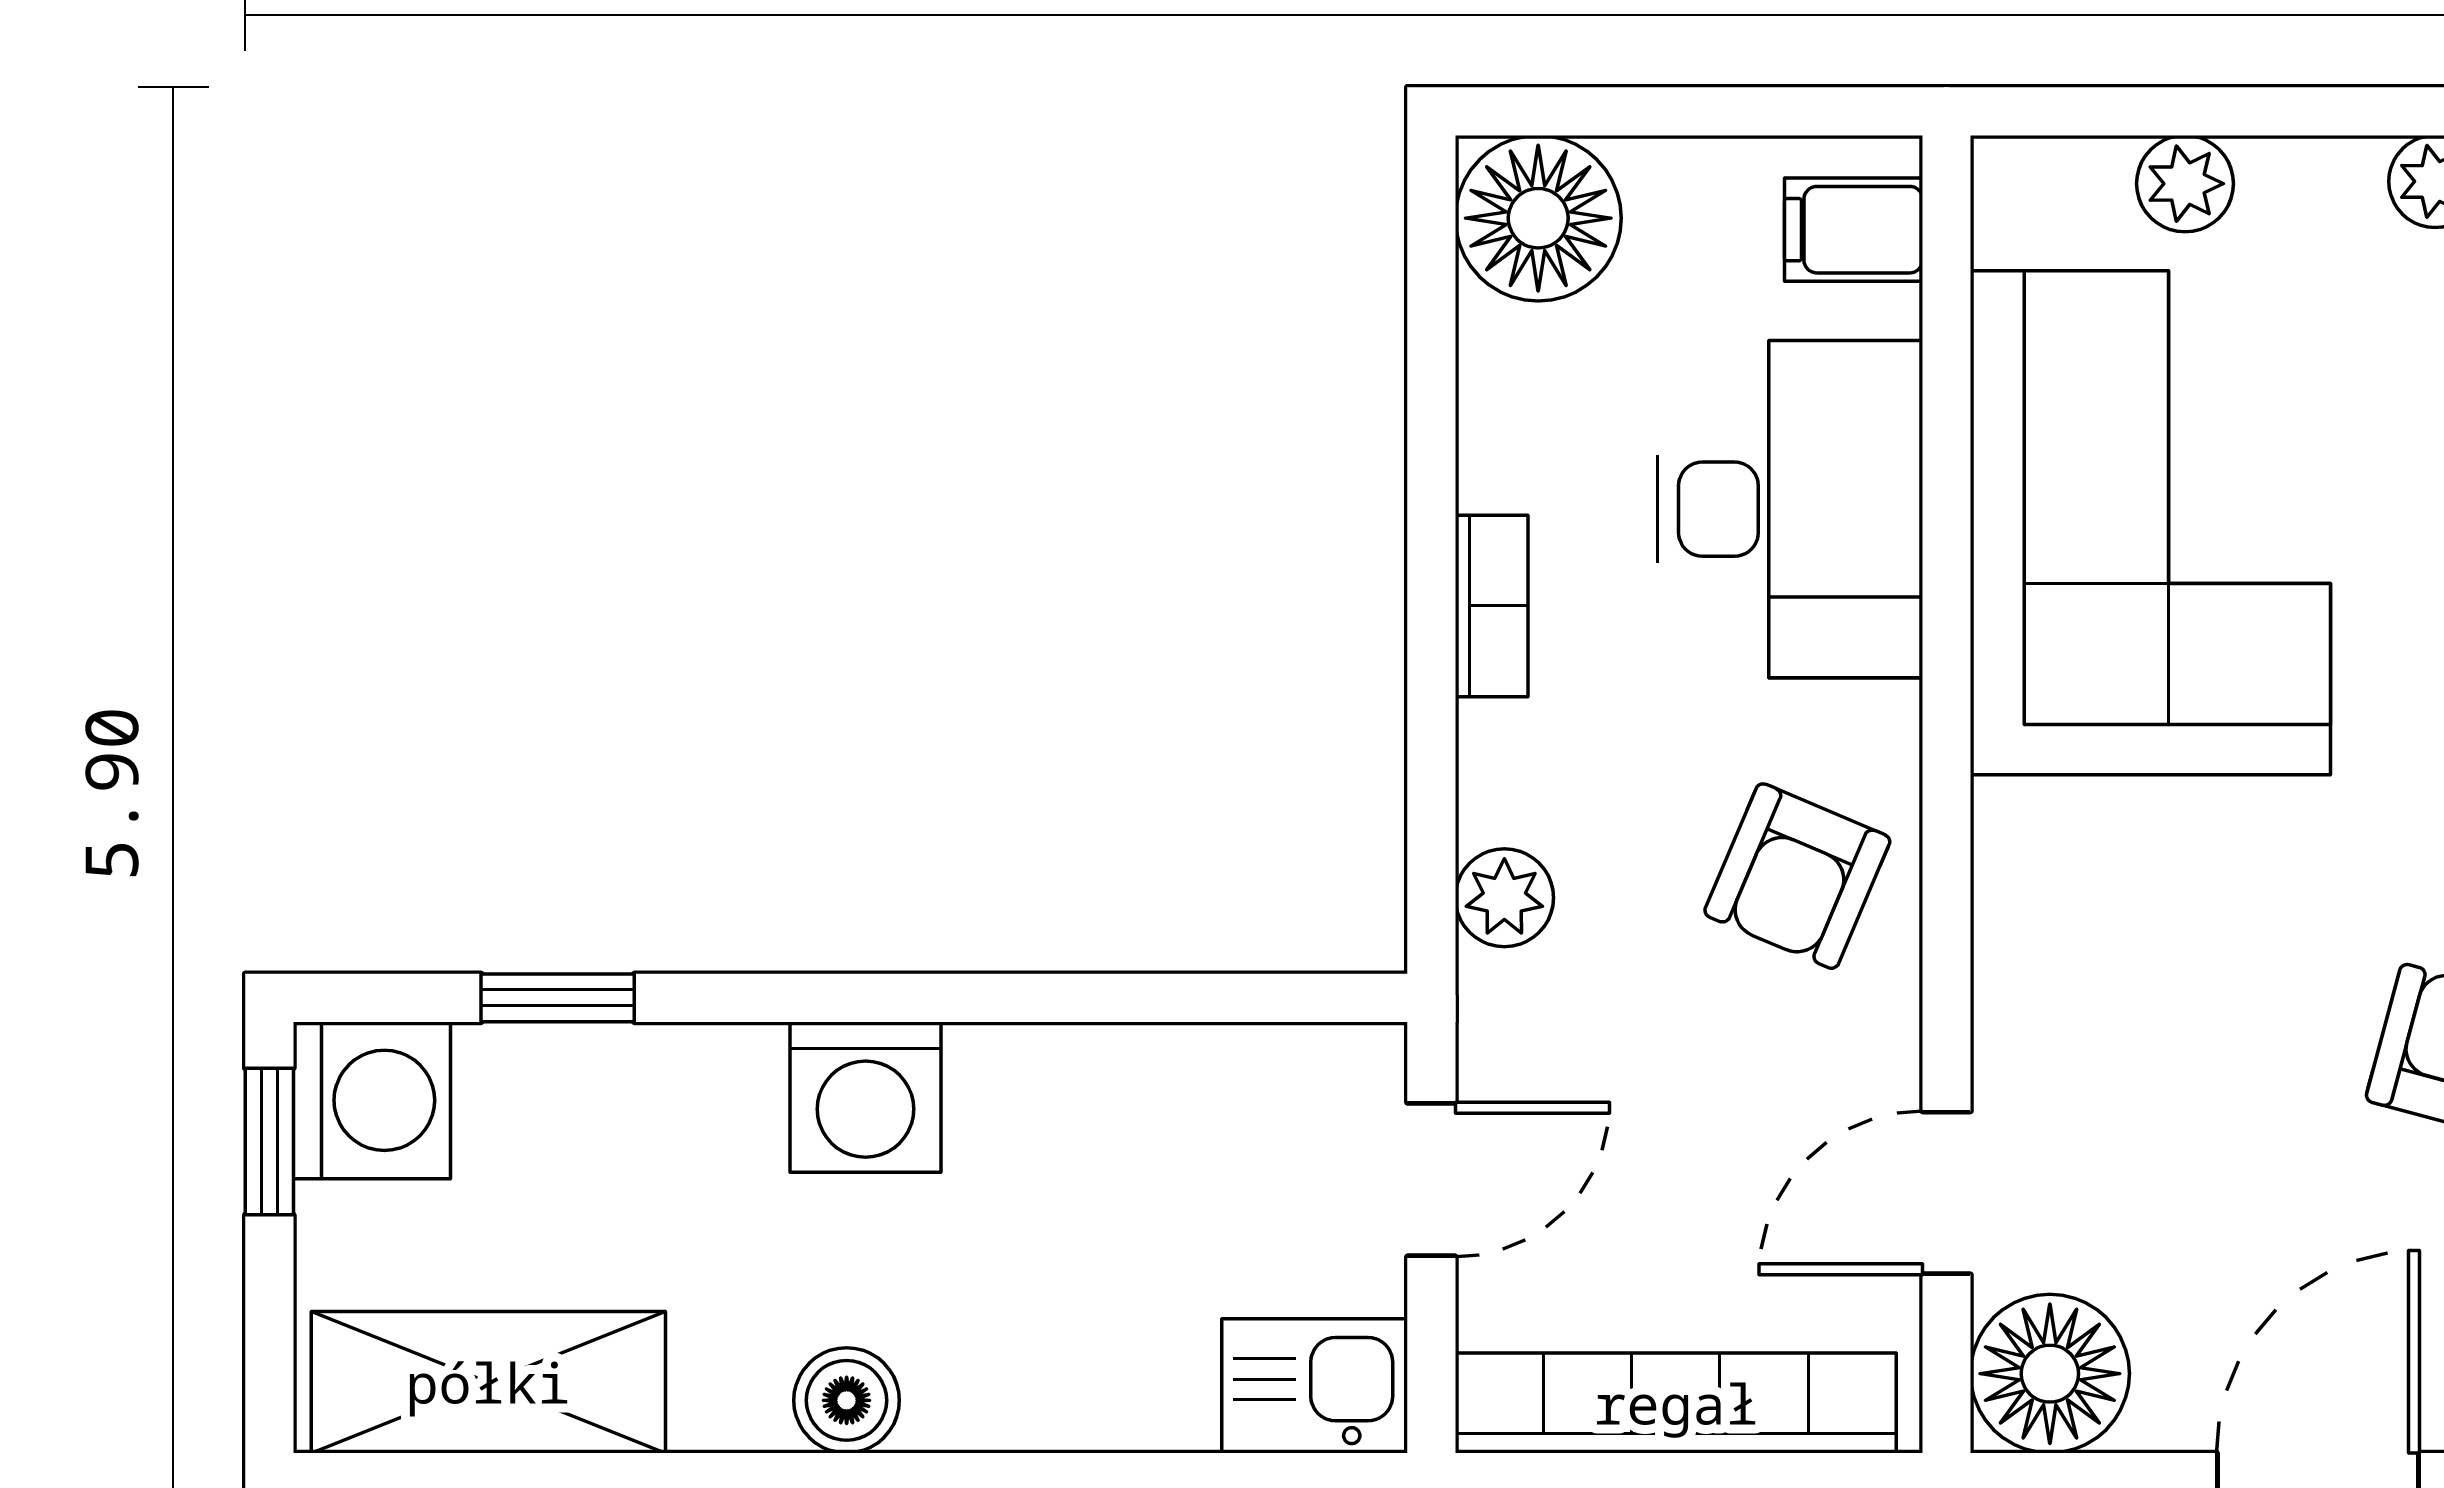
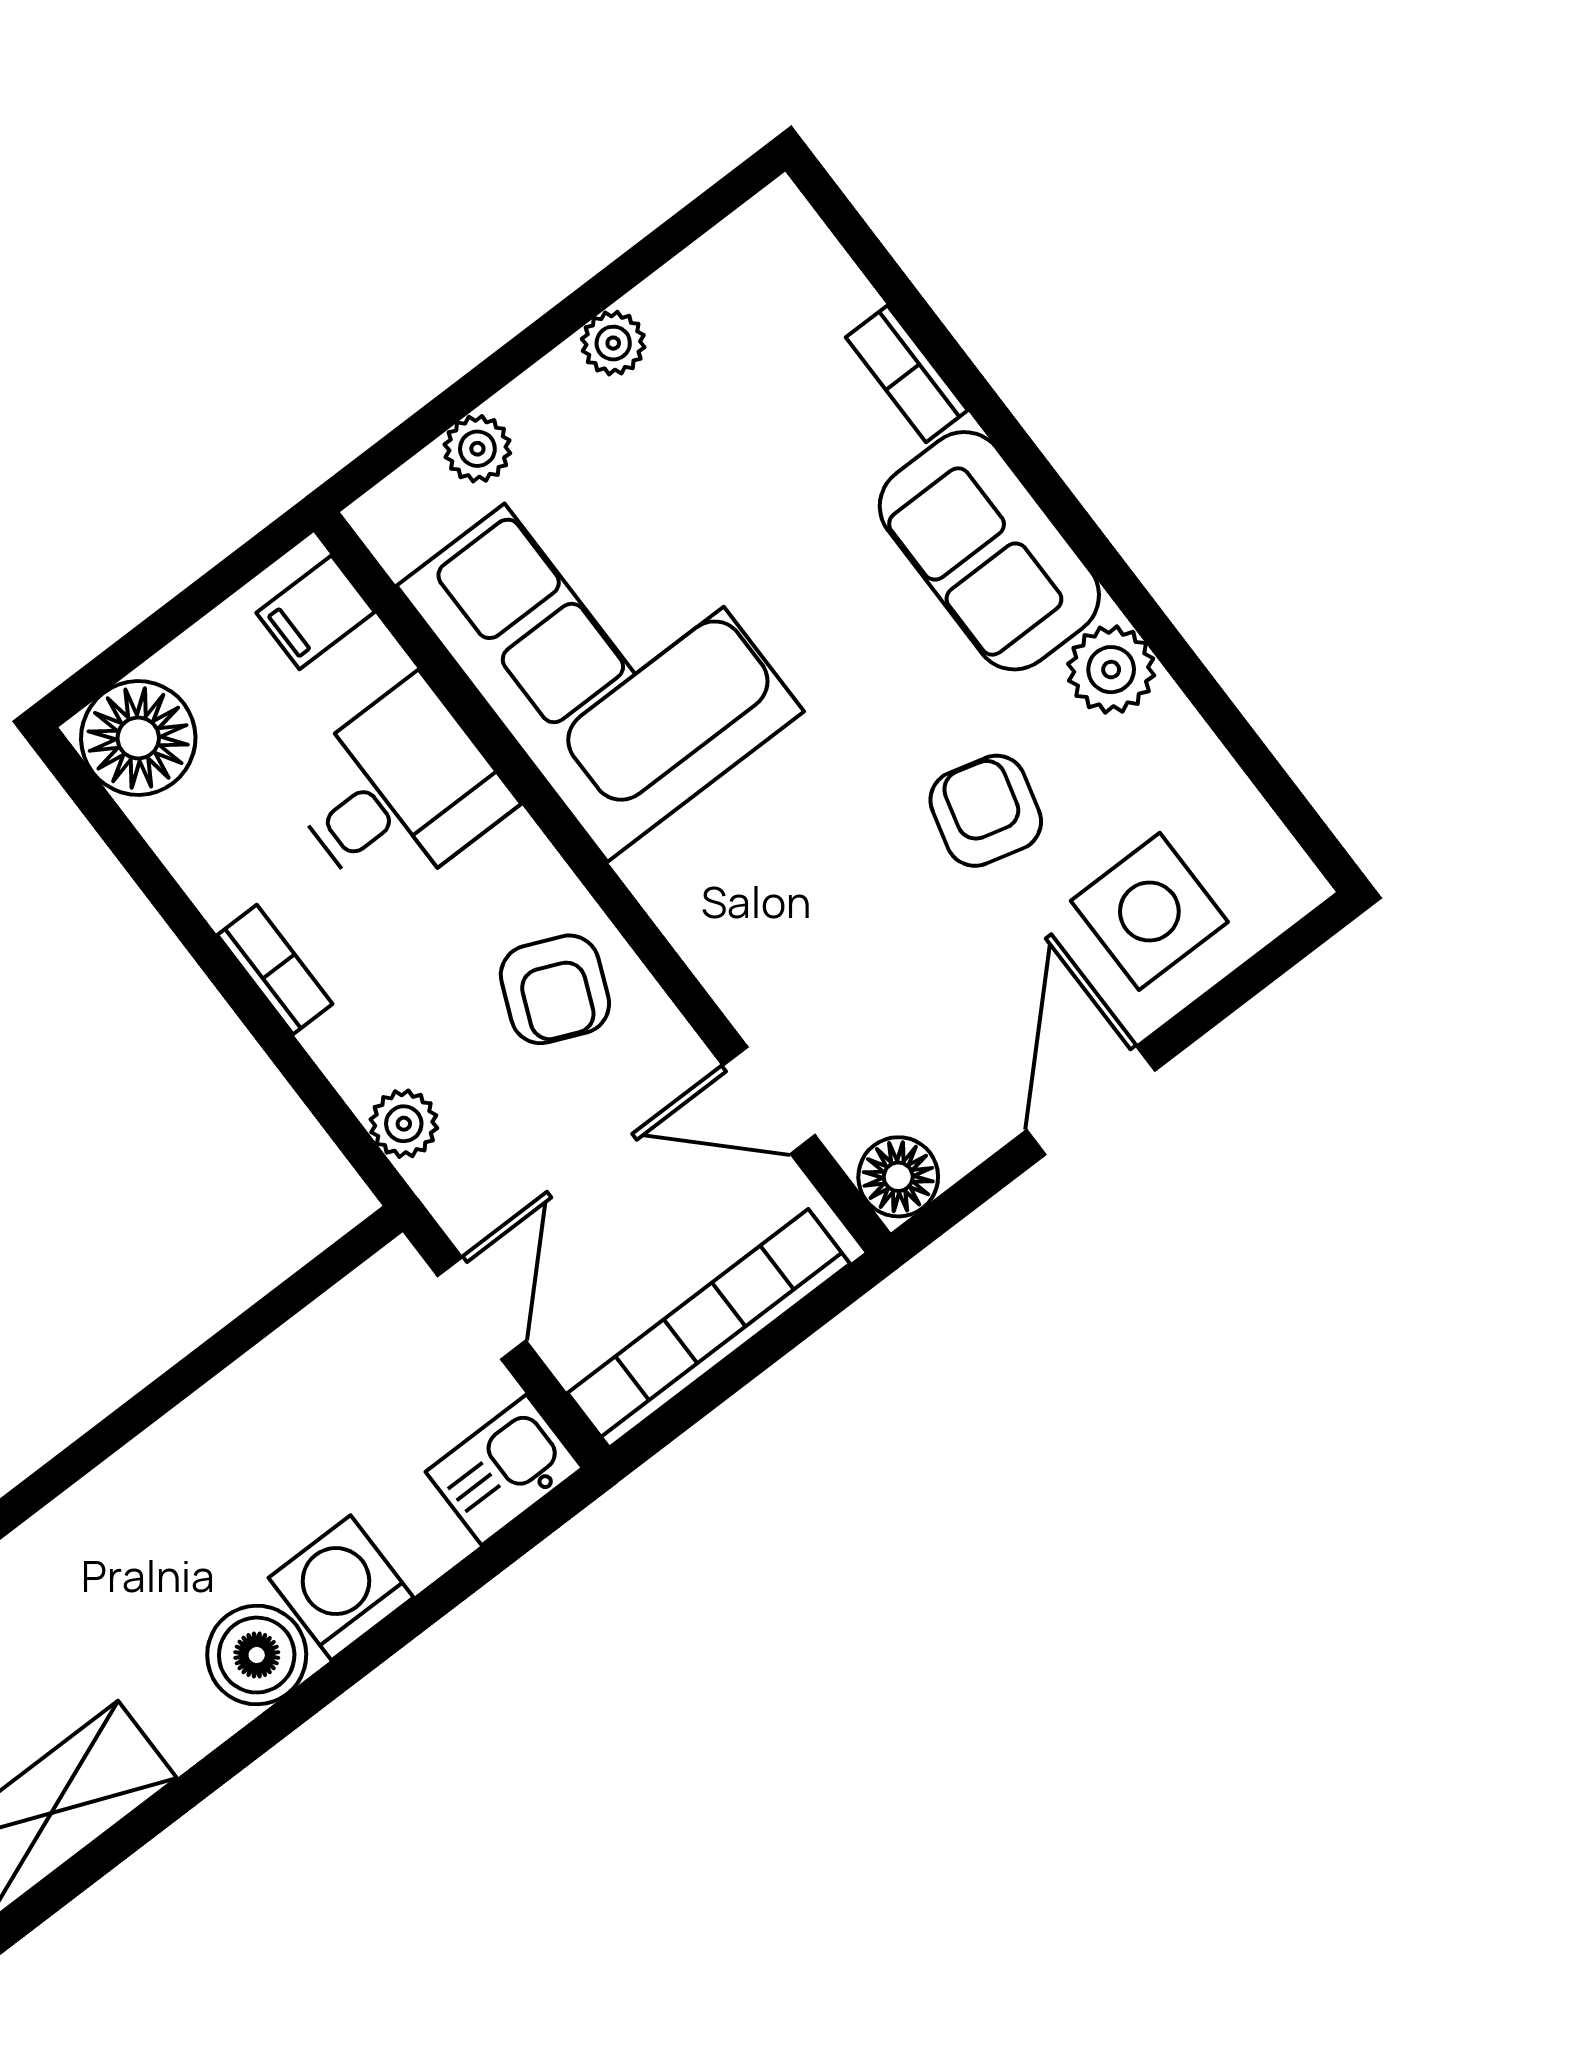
desk: (1790, 509) -> (398, 792), width x0.73
washing machine: (866, 1097) -> (341, 1588), moved, turned 180
door: (1946, 1193) -> (769, 1100), hinge flipped
floor lamp: (2050, 1374) -> (898, 1177), width x0.73, depth x0.73
boiler: (847, 1400) -> (257, 1655), width x1.36, depth x1.36

